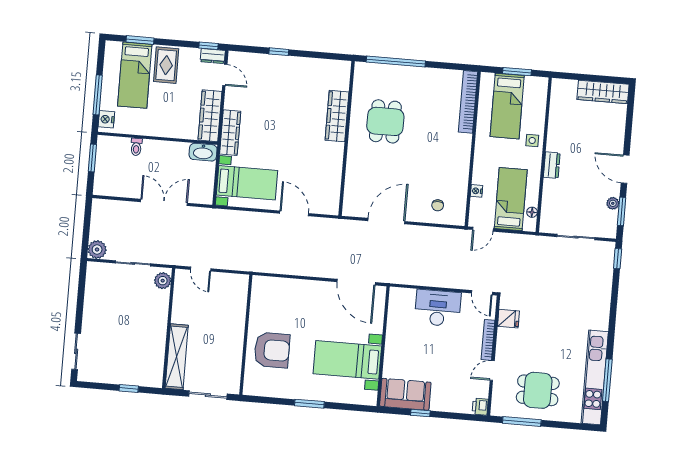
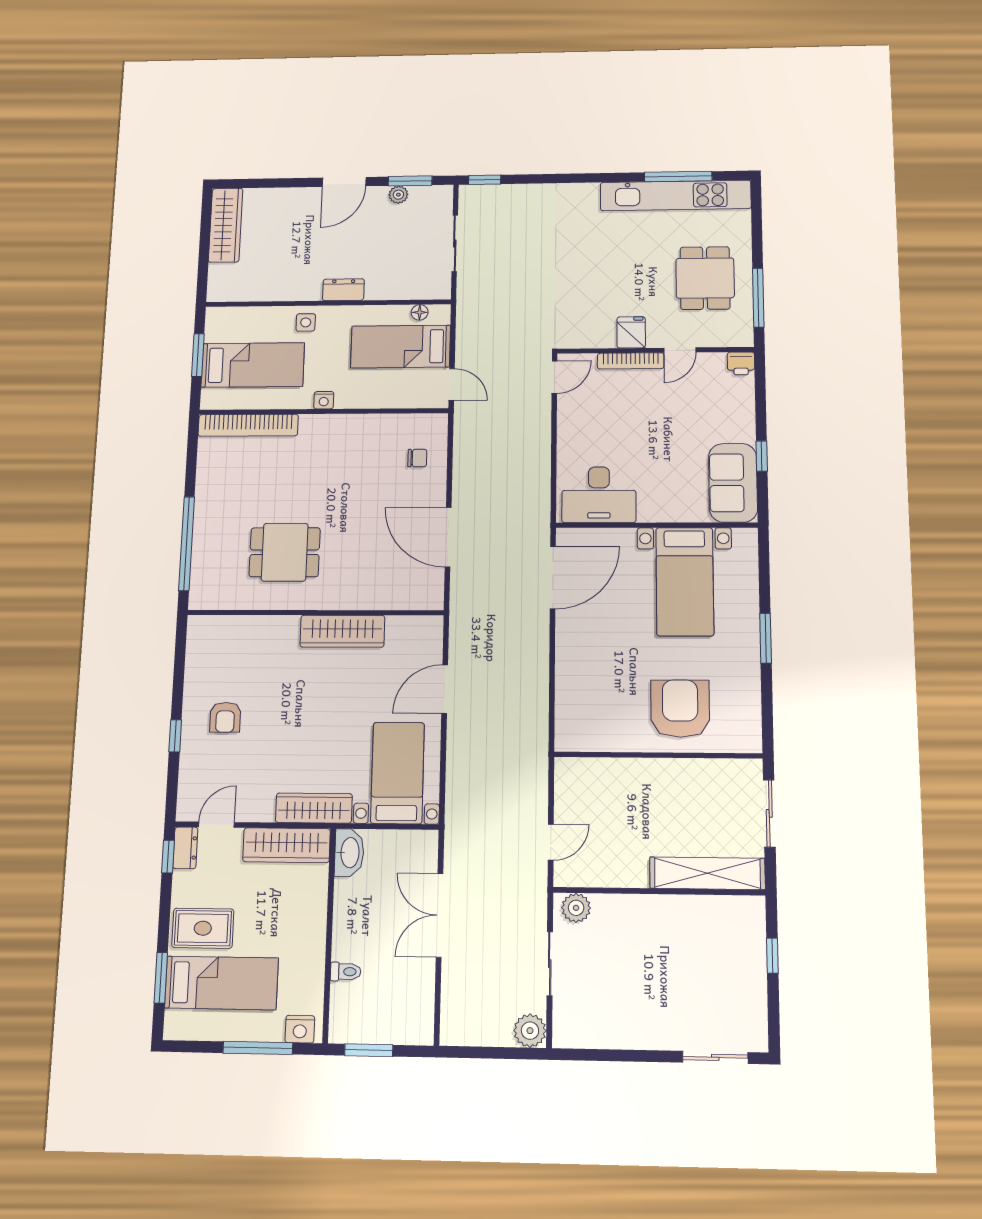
armchair: (288, 82) -> (225, 717), added
wardrobe: (337, 116) -> (342, 631), moved
nightstand: (477, 191) -> (324, 400), moved
desk: (438, 308) -> (599, 495), moved, turned -90
fridge: (508, 319) -> (631, 332), moved
door: (492, 371) -> (680, 350), hinge flipped

